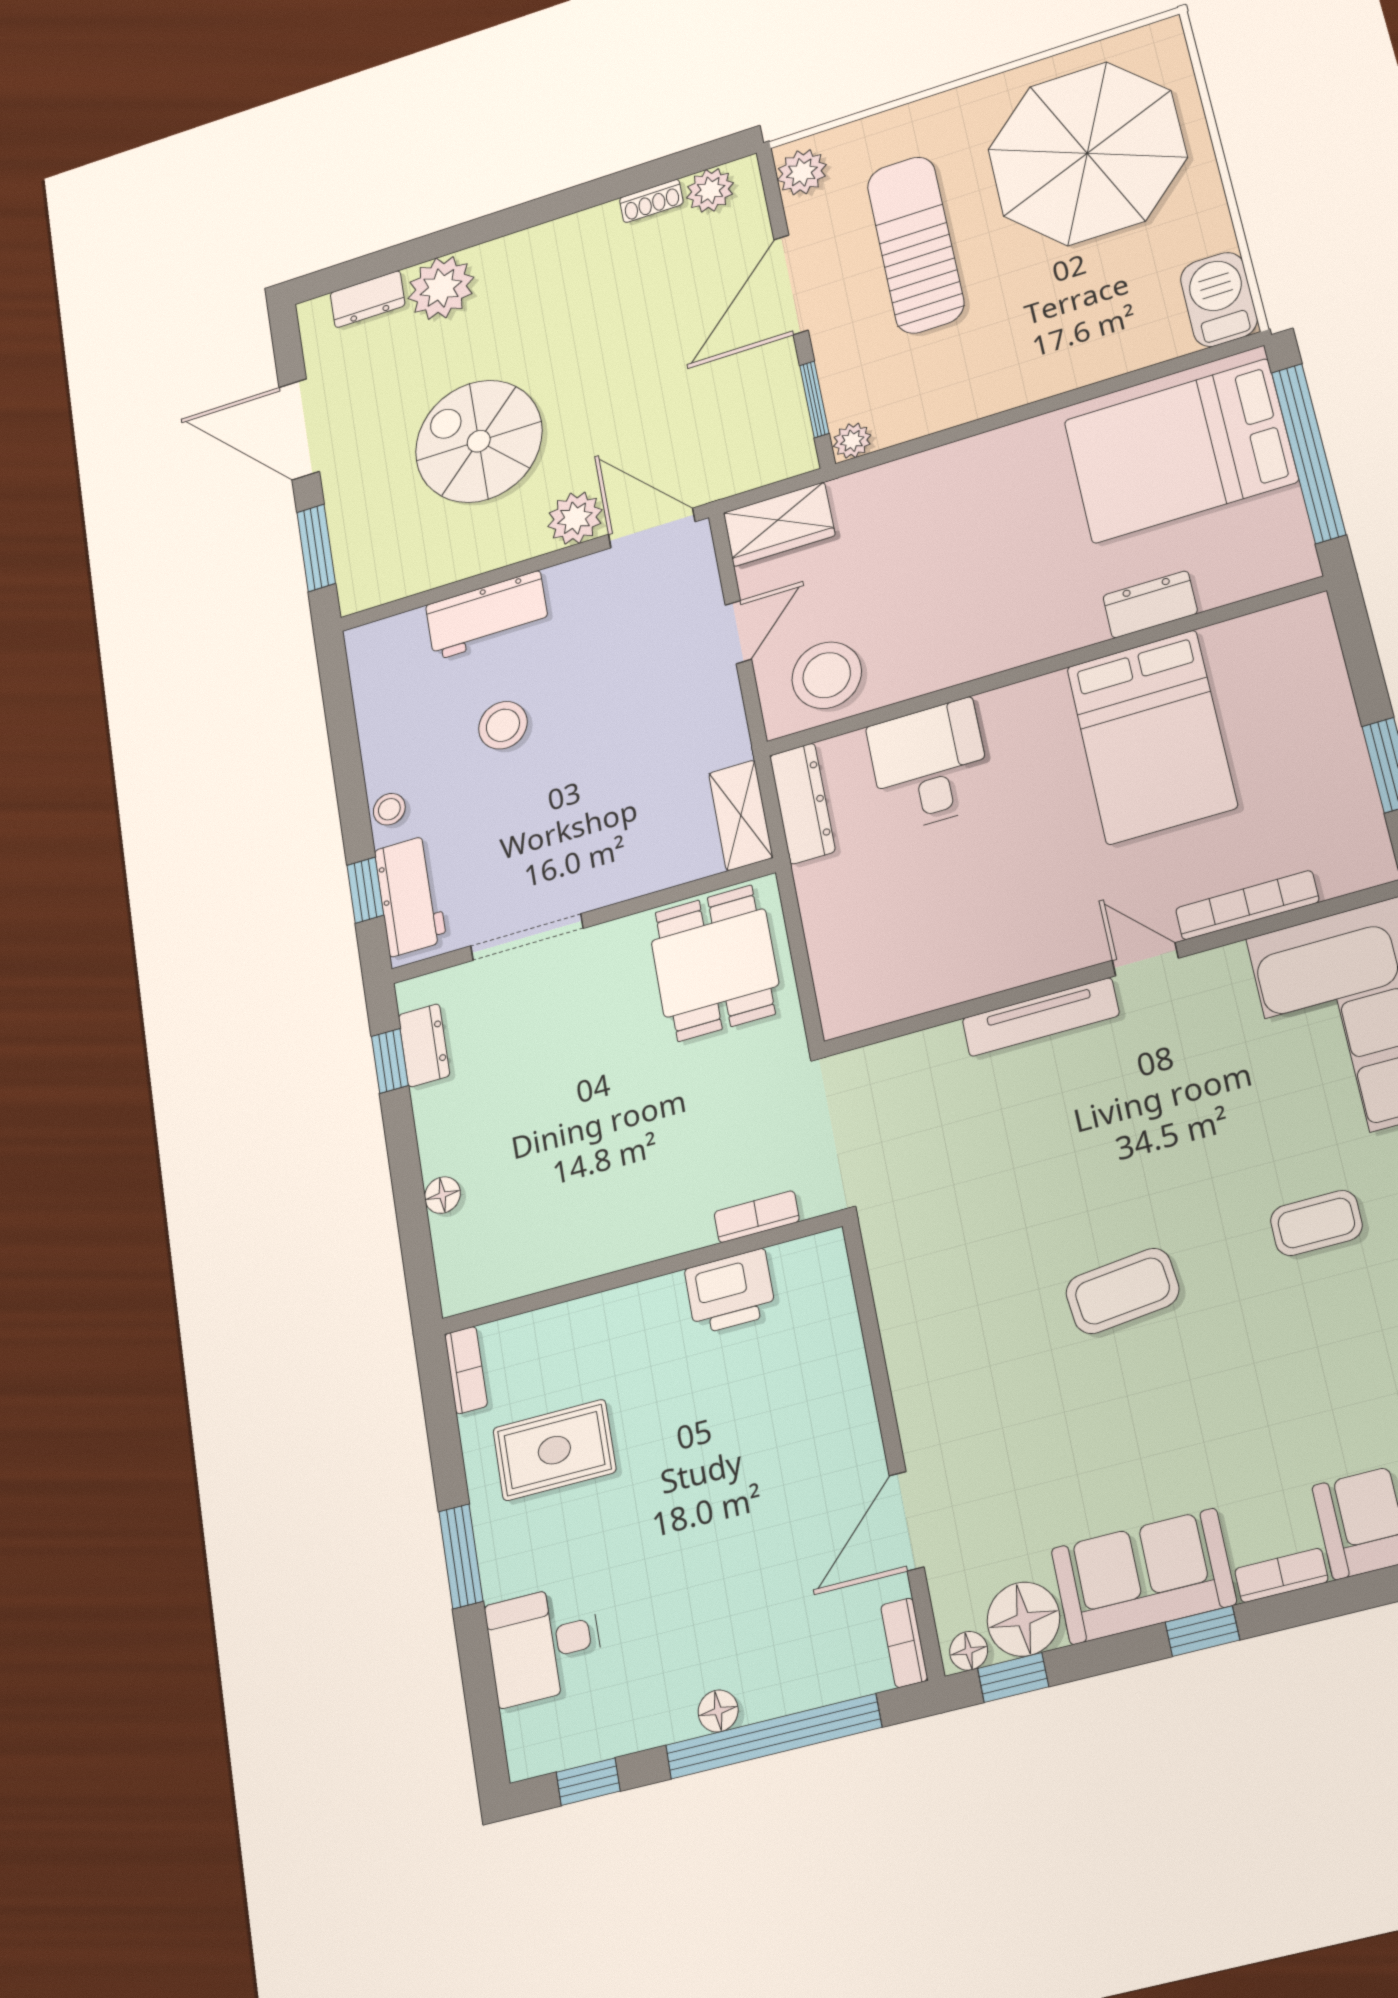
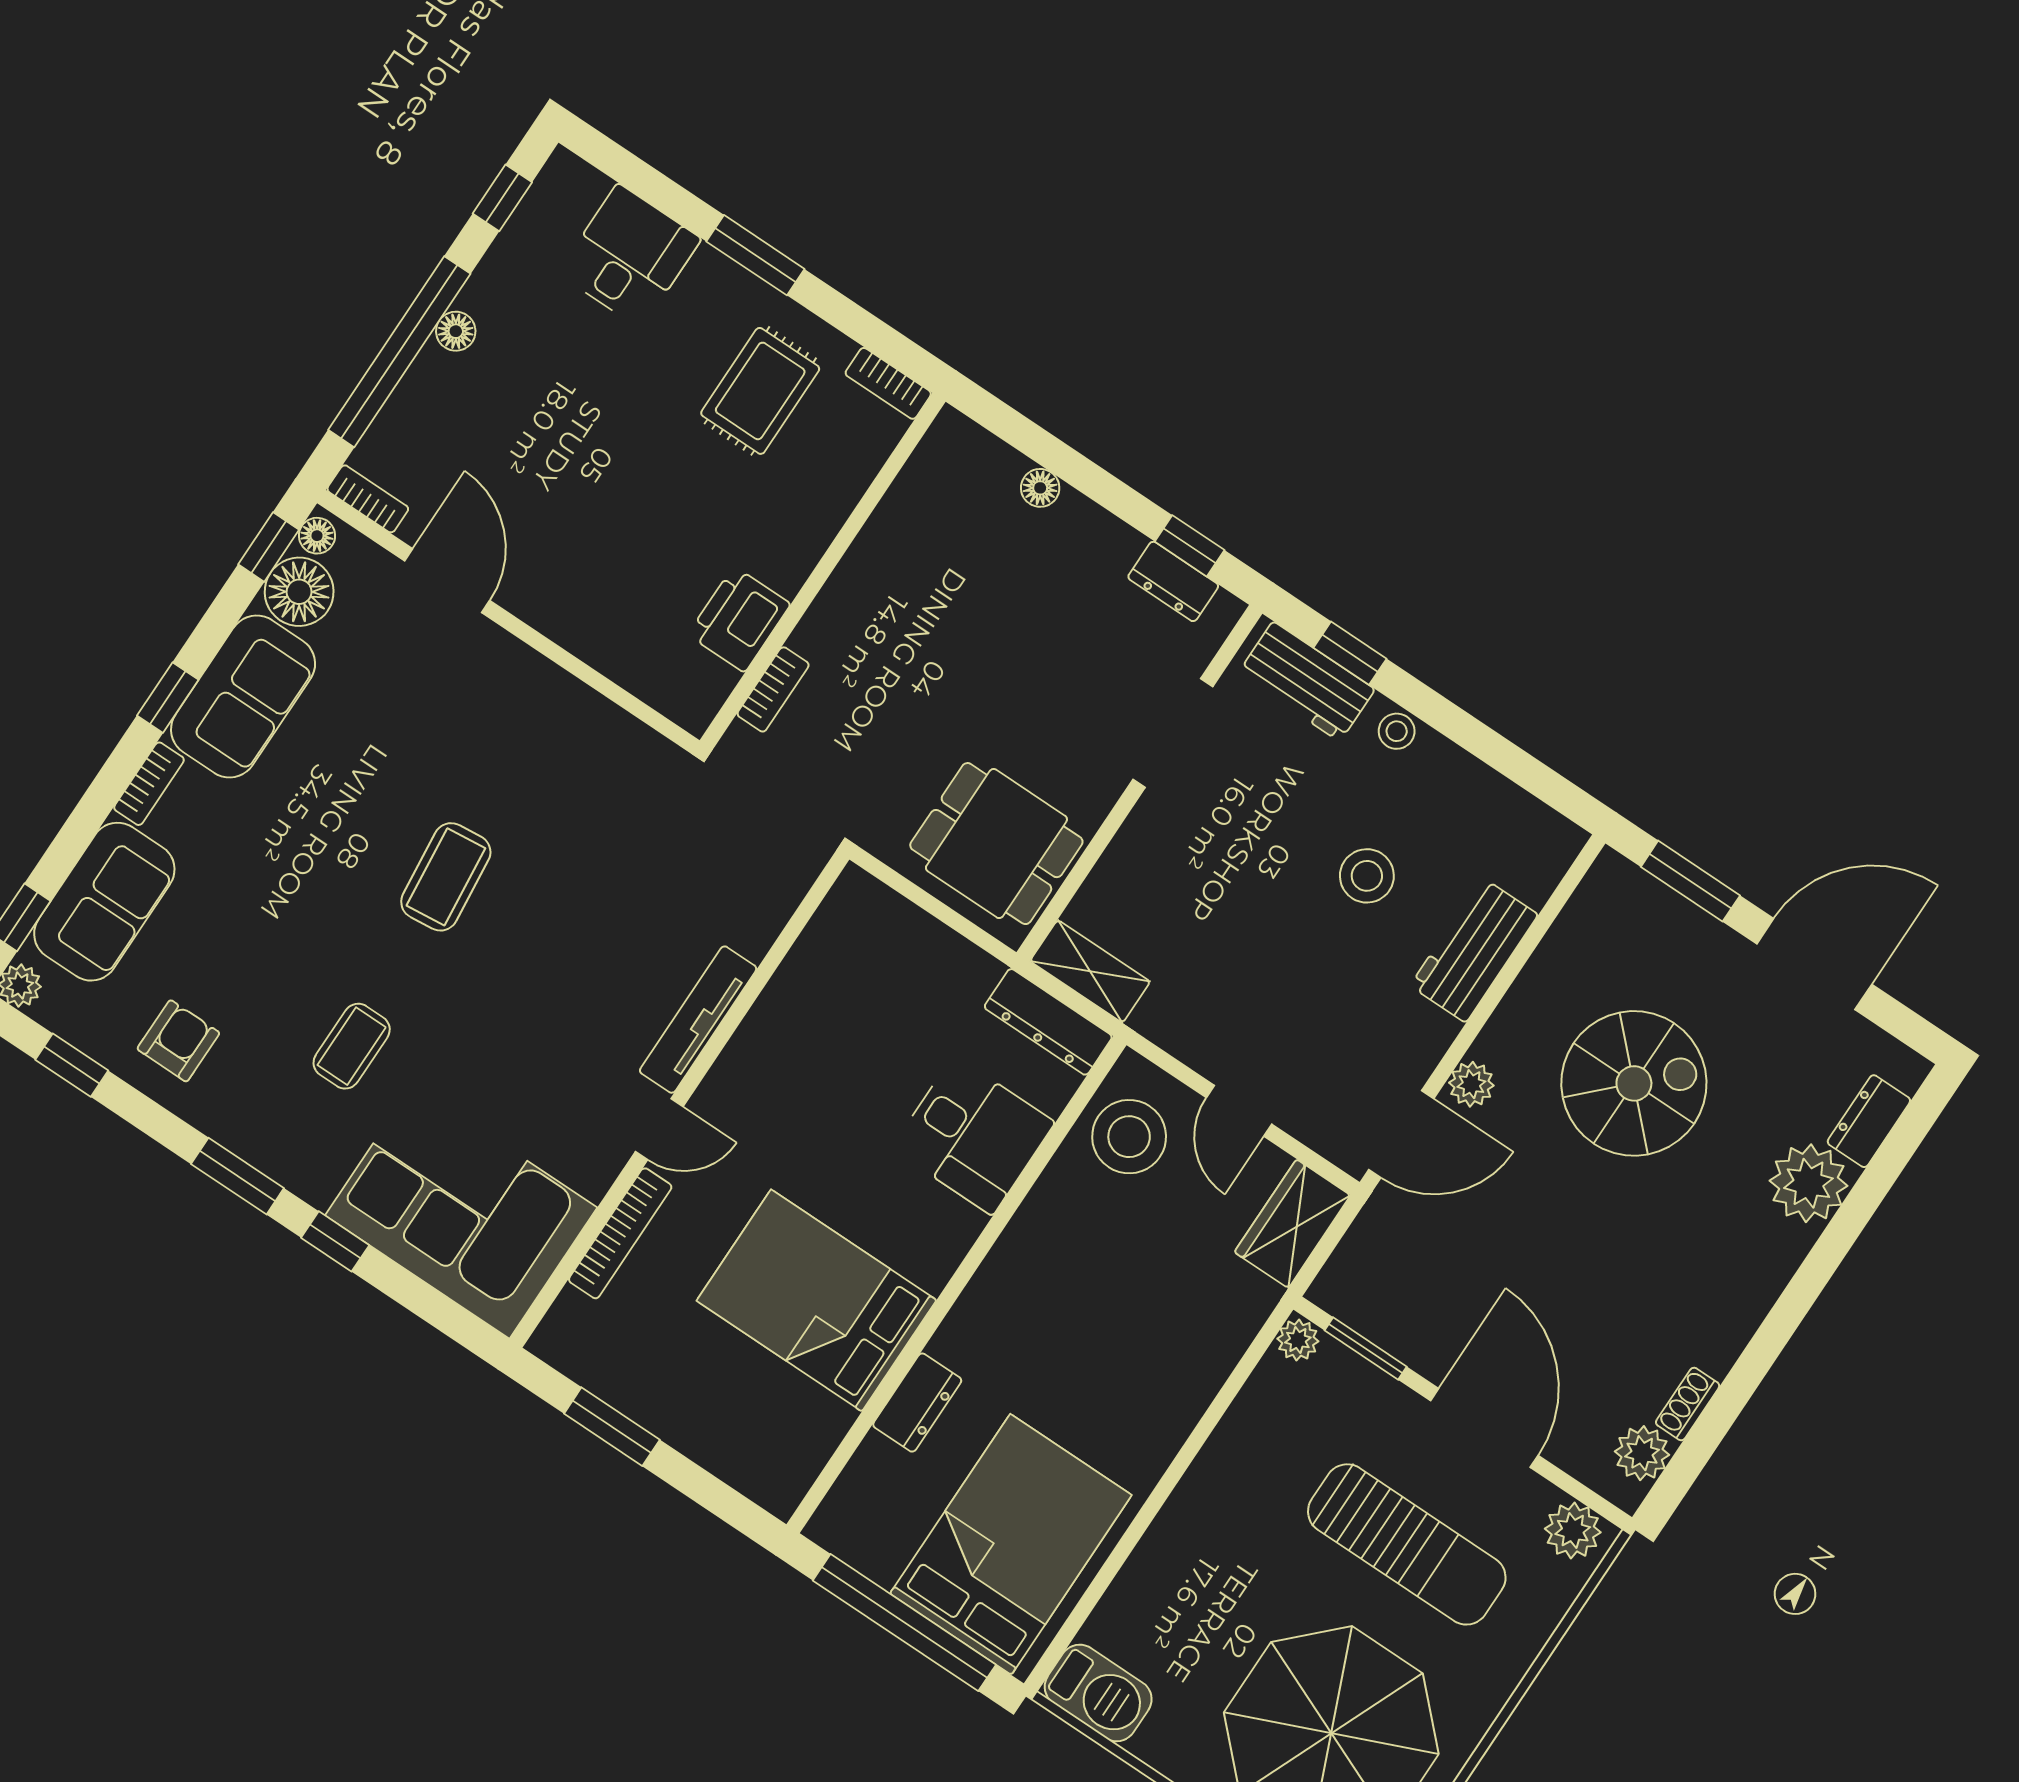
plant: (575, 518) -> (1471, 1084), width x0.73, depth x0.73

